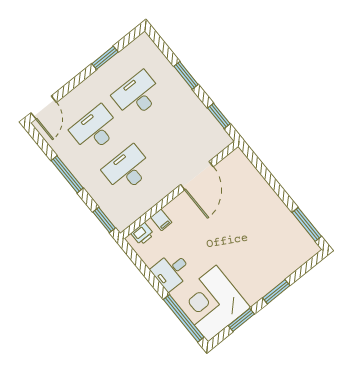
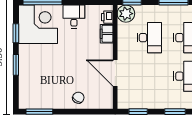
chair: (257, 194) -> (78, 98), added
plant: (122, 217) -> (126, 14), added
filing cabinet: (161, 220) -> (107, 34), width x2.00

